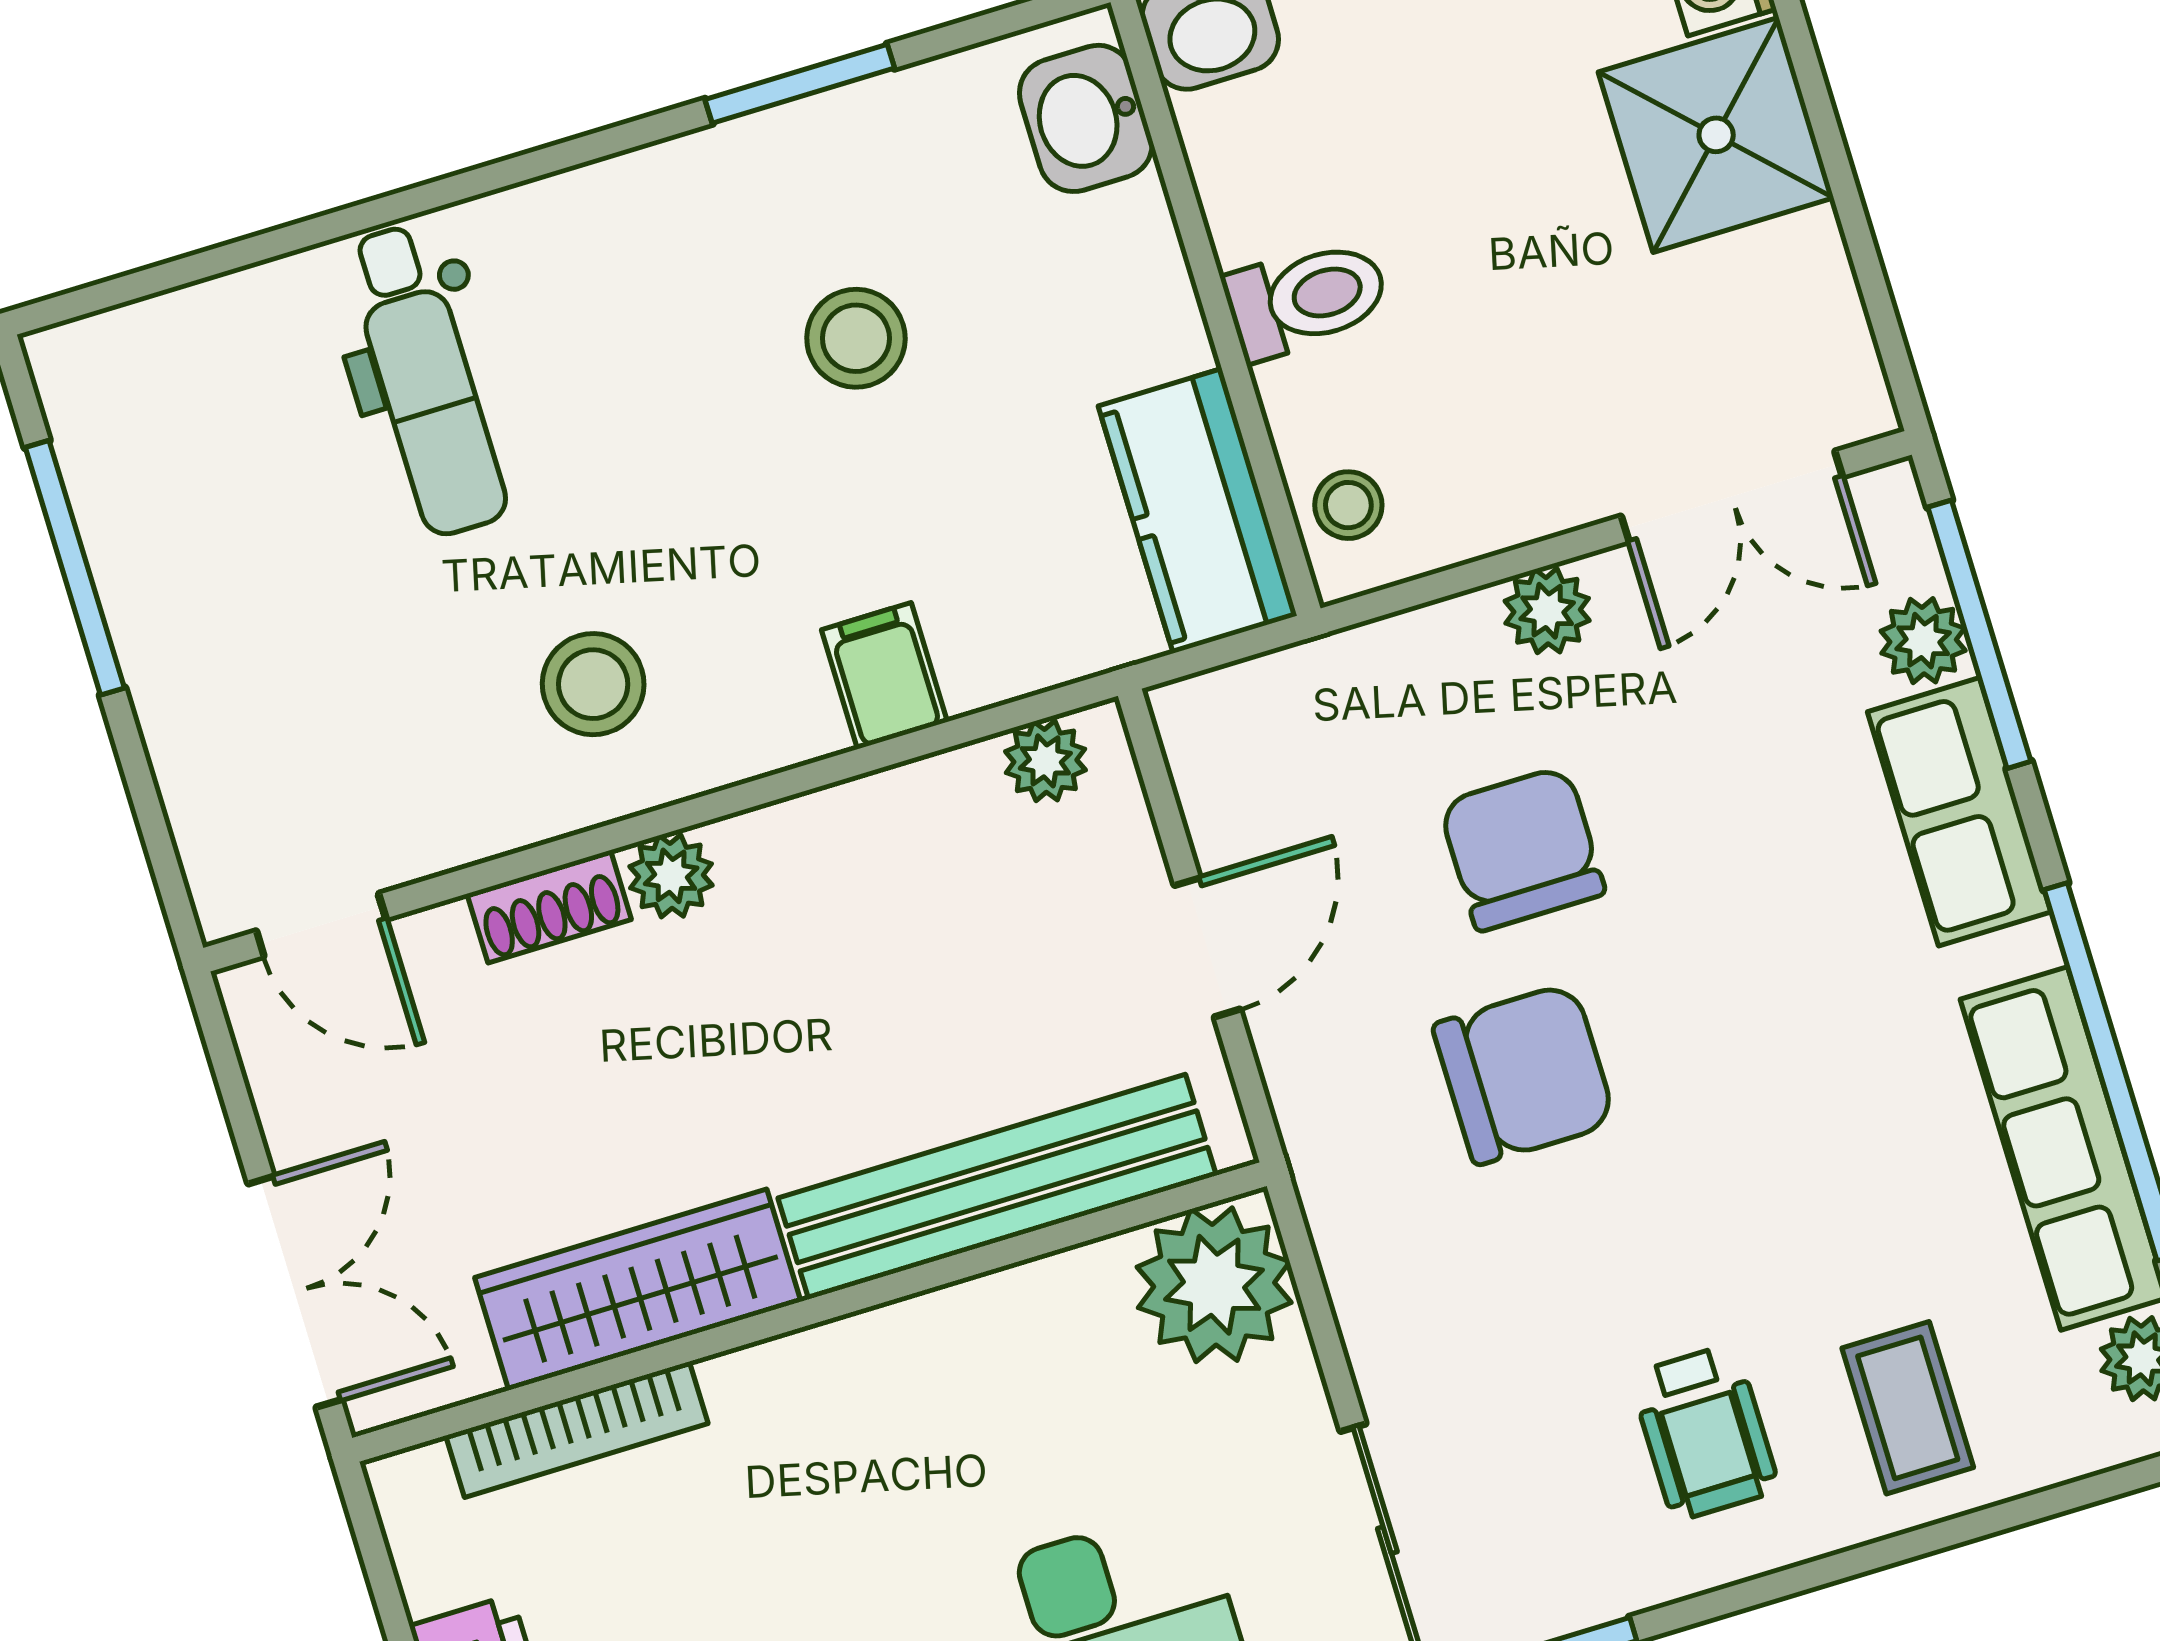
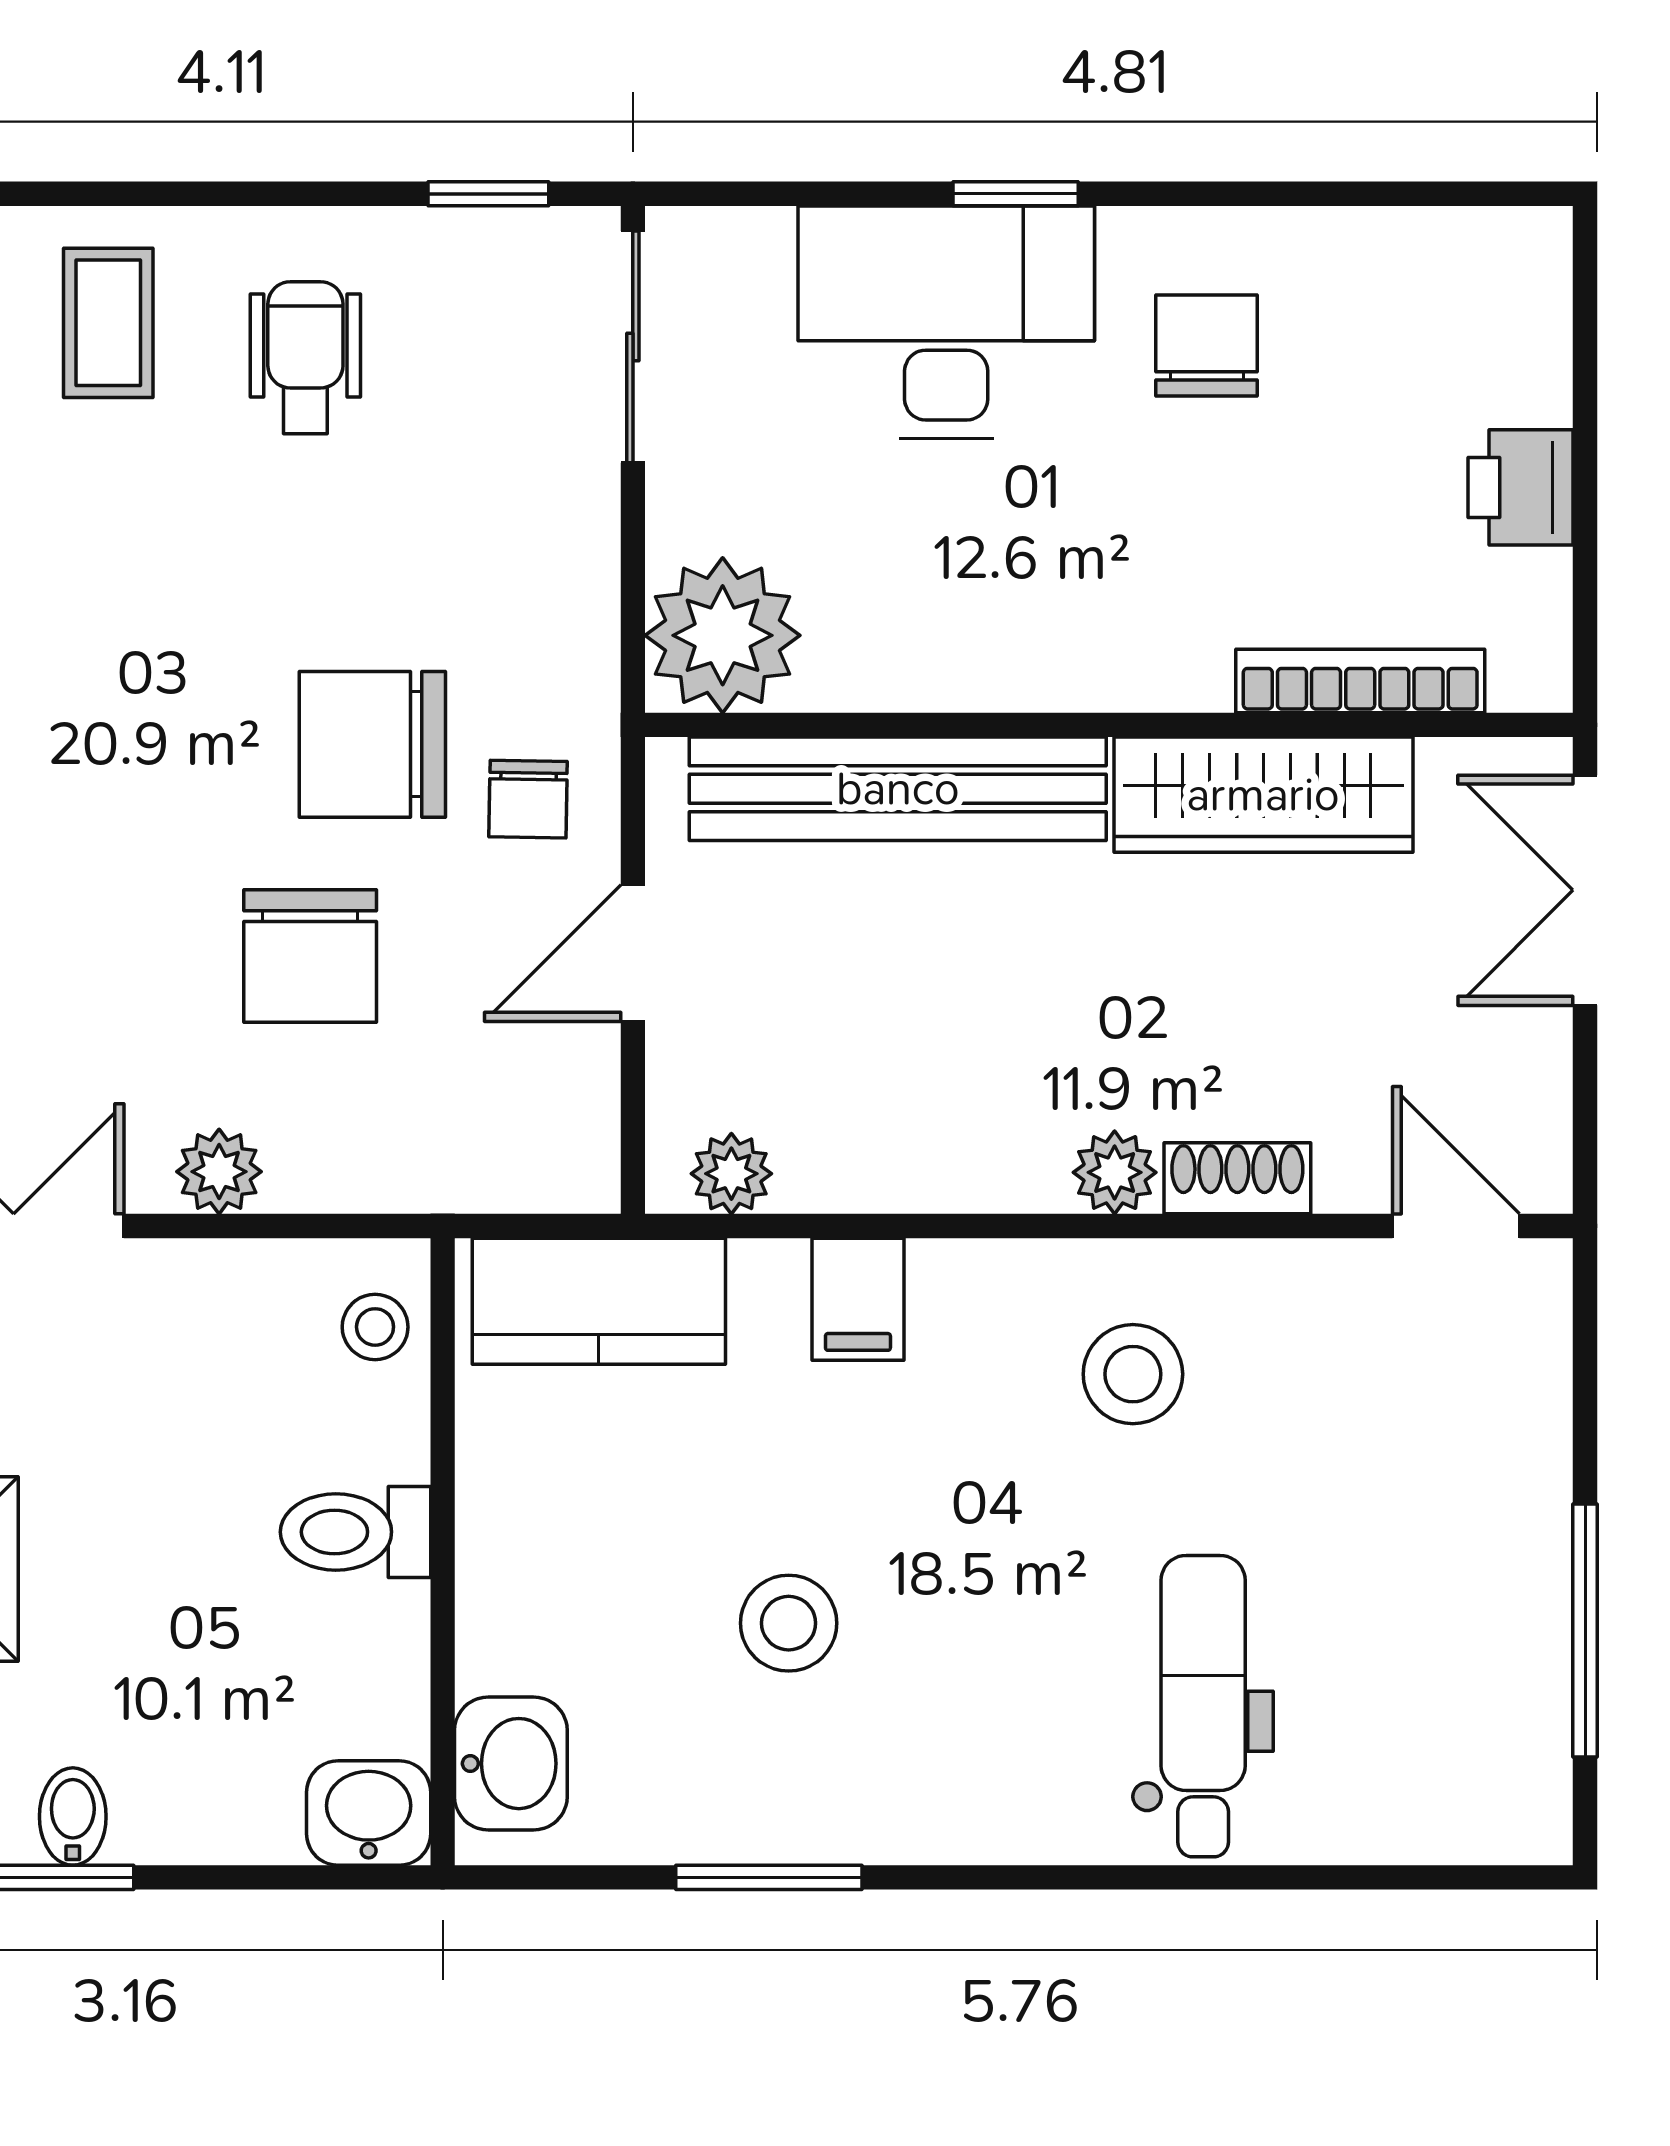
kitchen counter: (1198, 511) -> (599, 1301), moved, turned 90
chair: (1356, 1067) -> (528, 799), added

